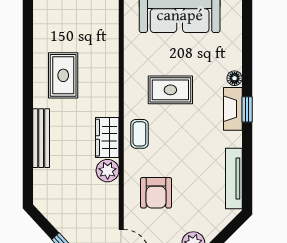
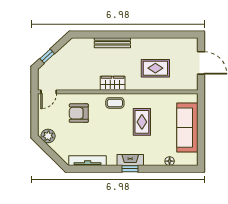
rug: (63, 75) -> (155, 68), moved
floor lamp: (235, 78) -> (170, 161), moved
plant: (108, 171) -> (92, 83), removed

